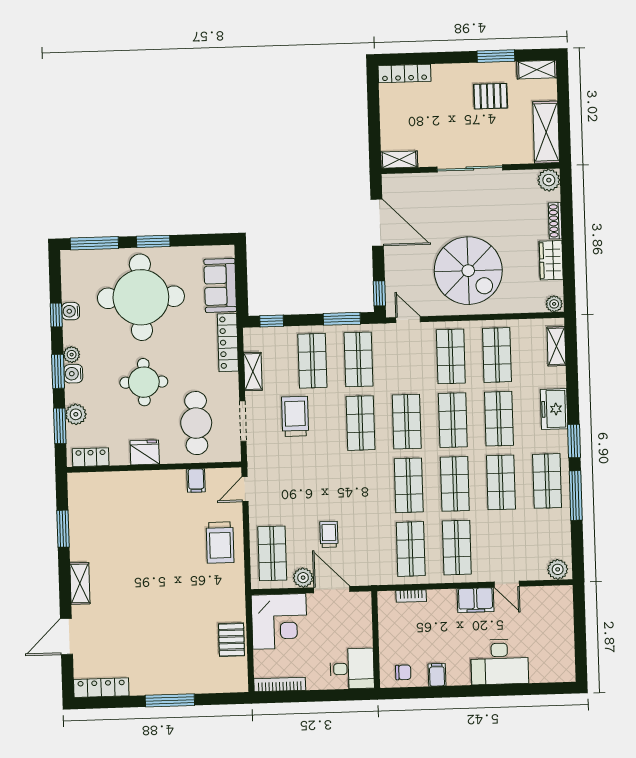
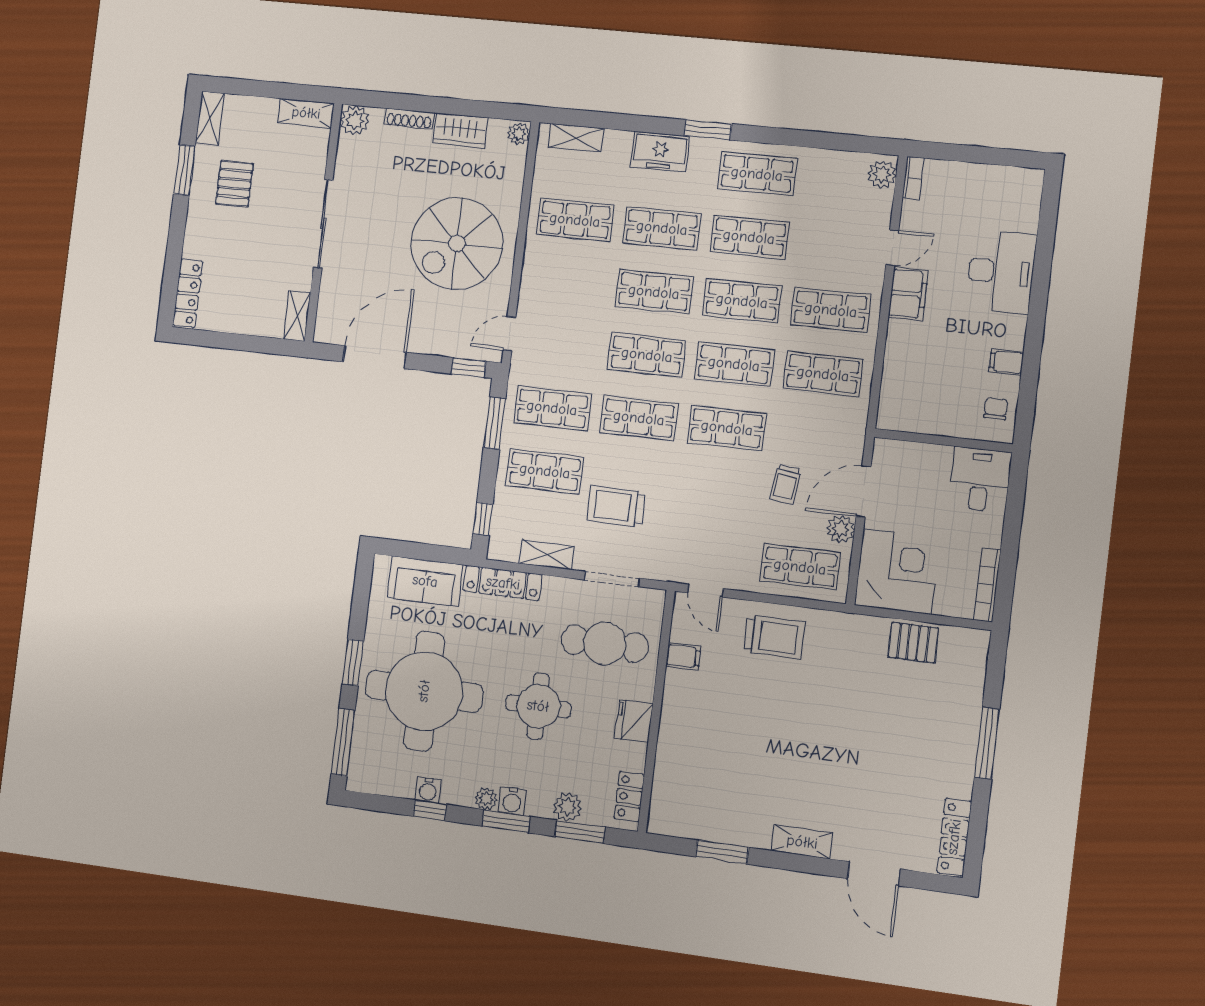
shelving: (546, 132) -> (306, 113), width x0.67, depth x0.75
spiral stairs: (468, 271) -> (457, 244), turned 180
shop shelf: (451, 356) -> (727, 428), moved
window: (576, 495) -> (783, 137), removed
trolley: (329, 534) -> (786, 484), turned -83
bookcase: (411, 596) -> (913, 178), moved

